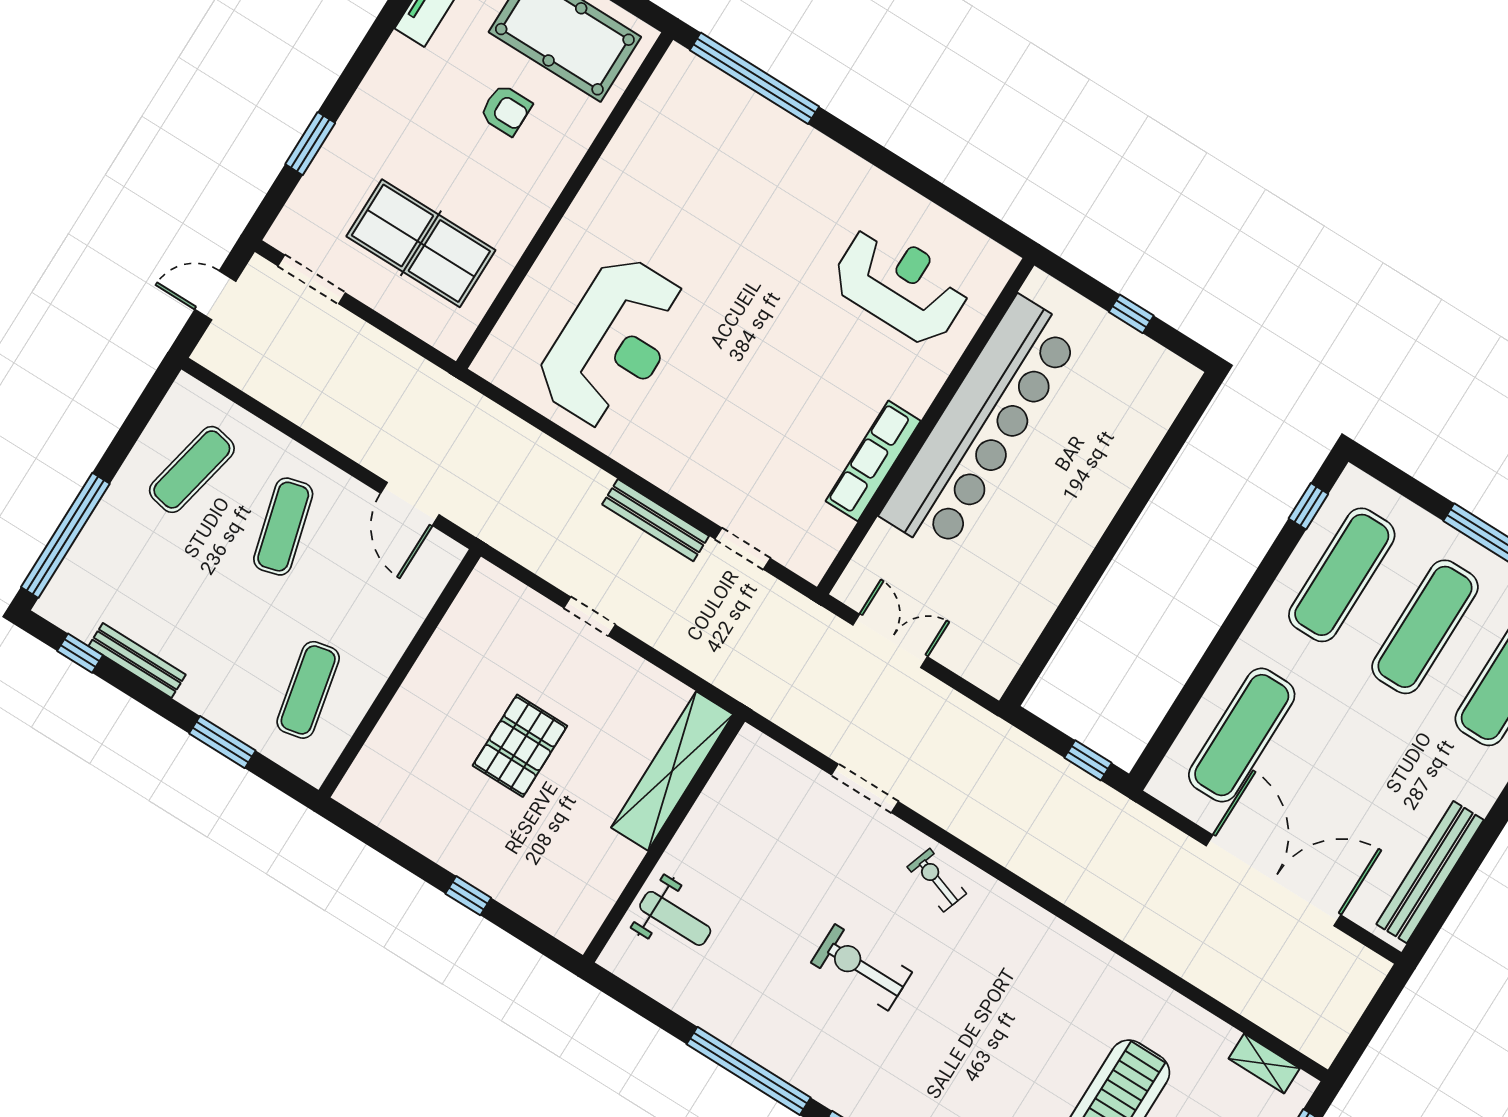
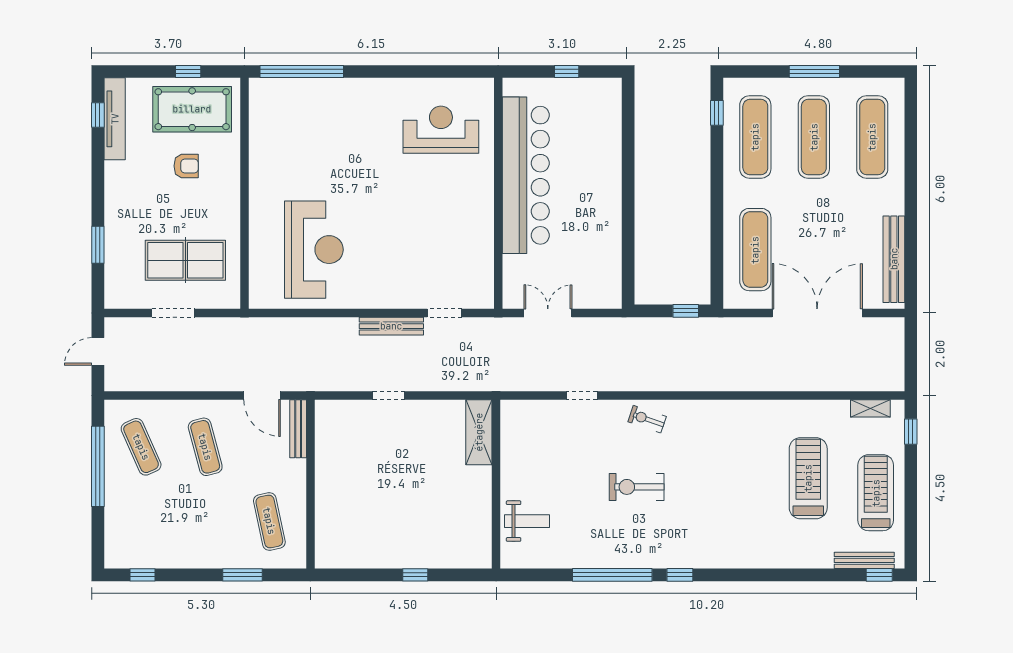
doorway: (312, 279) -> (173, 313), moved
row of seats: (873, 461) -> (483, 227), removed
exercise mat: (192, 469) -> (141, 447), turned -36
window: (65, 535) -> (98, 466), moved
bench: (137, 660) -> (298, 429), moved, turned 90
pallet: (520, 746) -> (394, 483), removed
shelving: (672, 771) -> (479, 432), width x0.68
doorway: (865, 788) -> (582, 395), width x0.73

